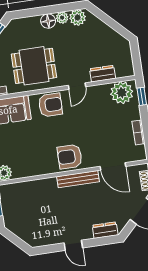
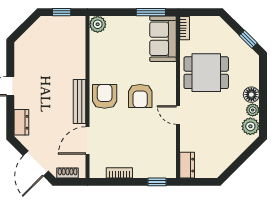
dining table: (34, 66) -> (206, 73), turned 90
dresser: (103, 74) -> (187, 165), moved
plant: (122, 93) -> (164, 161), removed
armchair: (50, 105) -> (140, 96), moved

